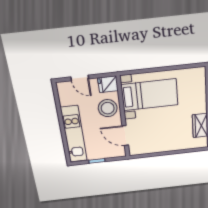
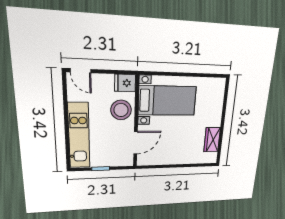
door: (80, 78) -> (81, 71), moved
door: (125, 136) -> (136, 143), swing flipped

